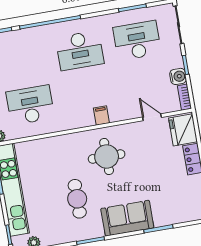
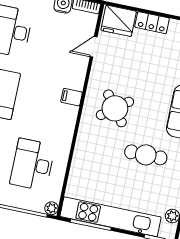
round table: (107, 157) -> (115, 108), turned -37

